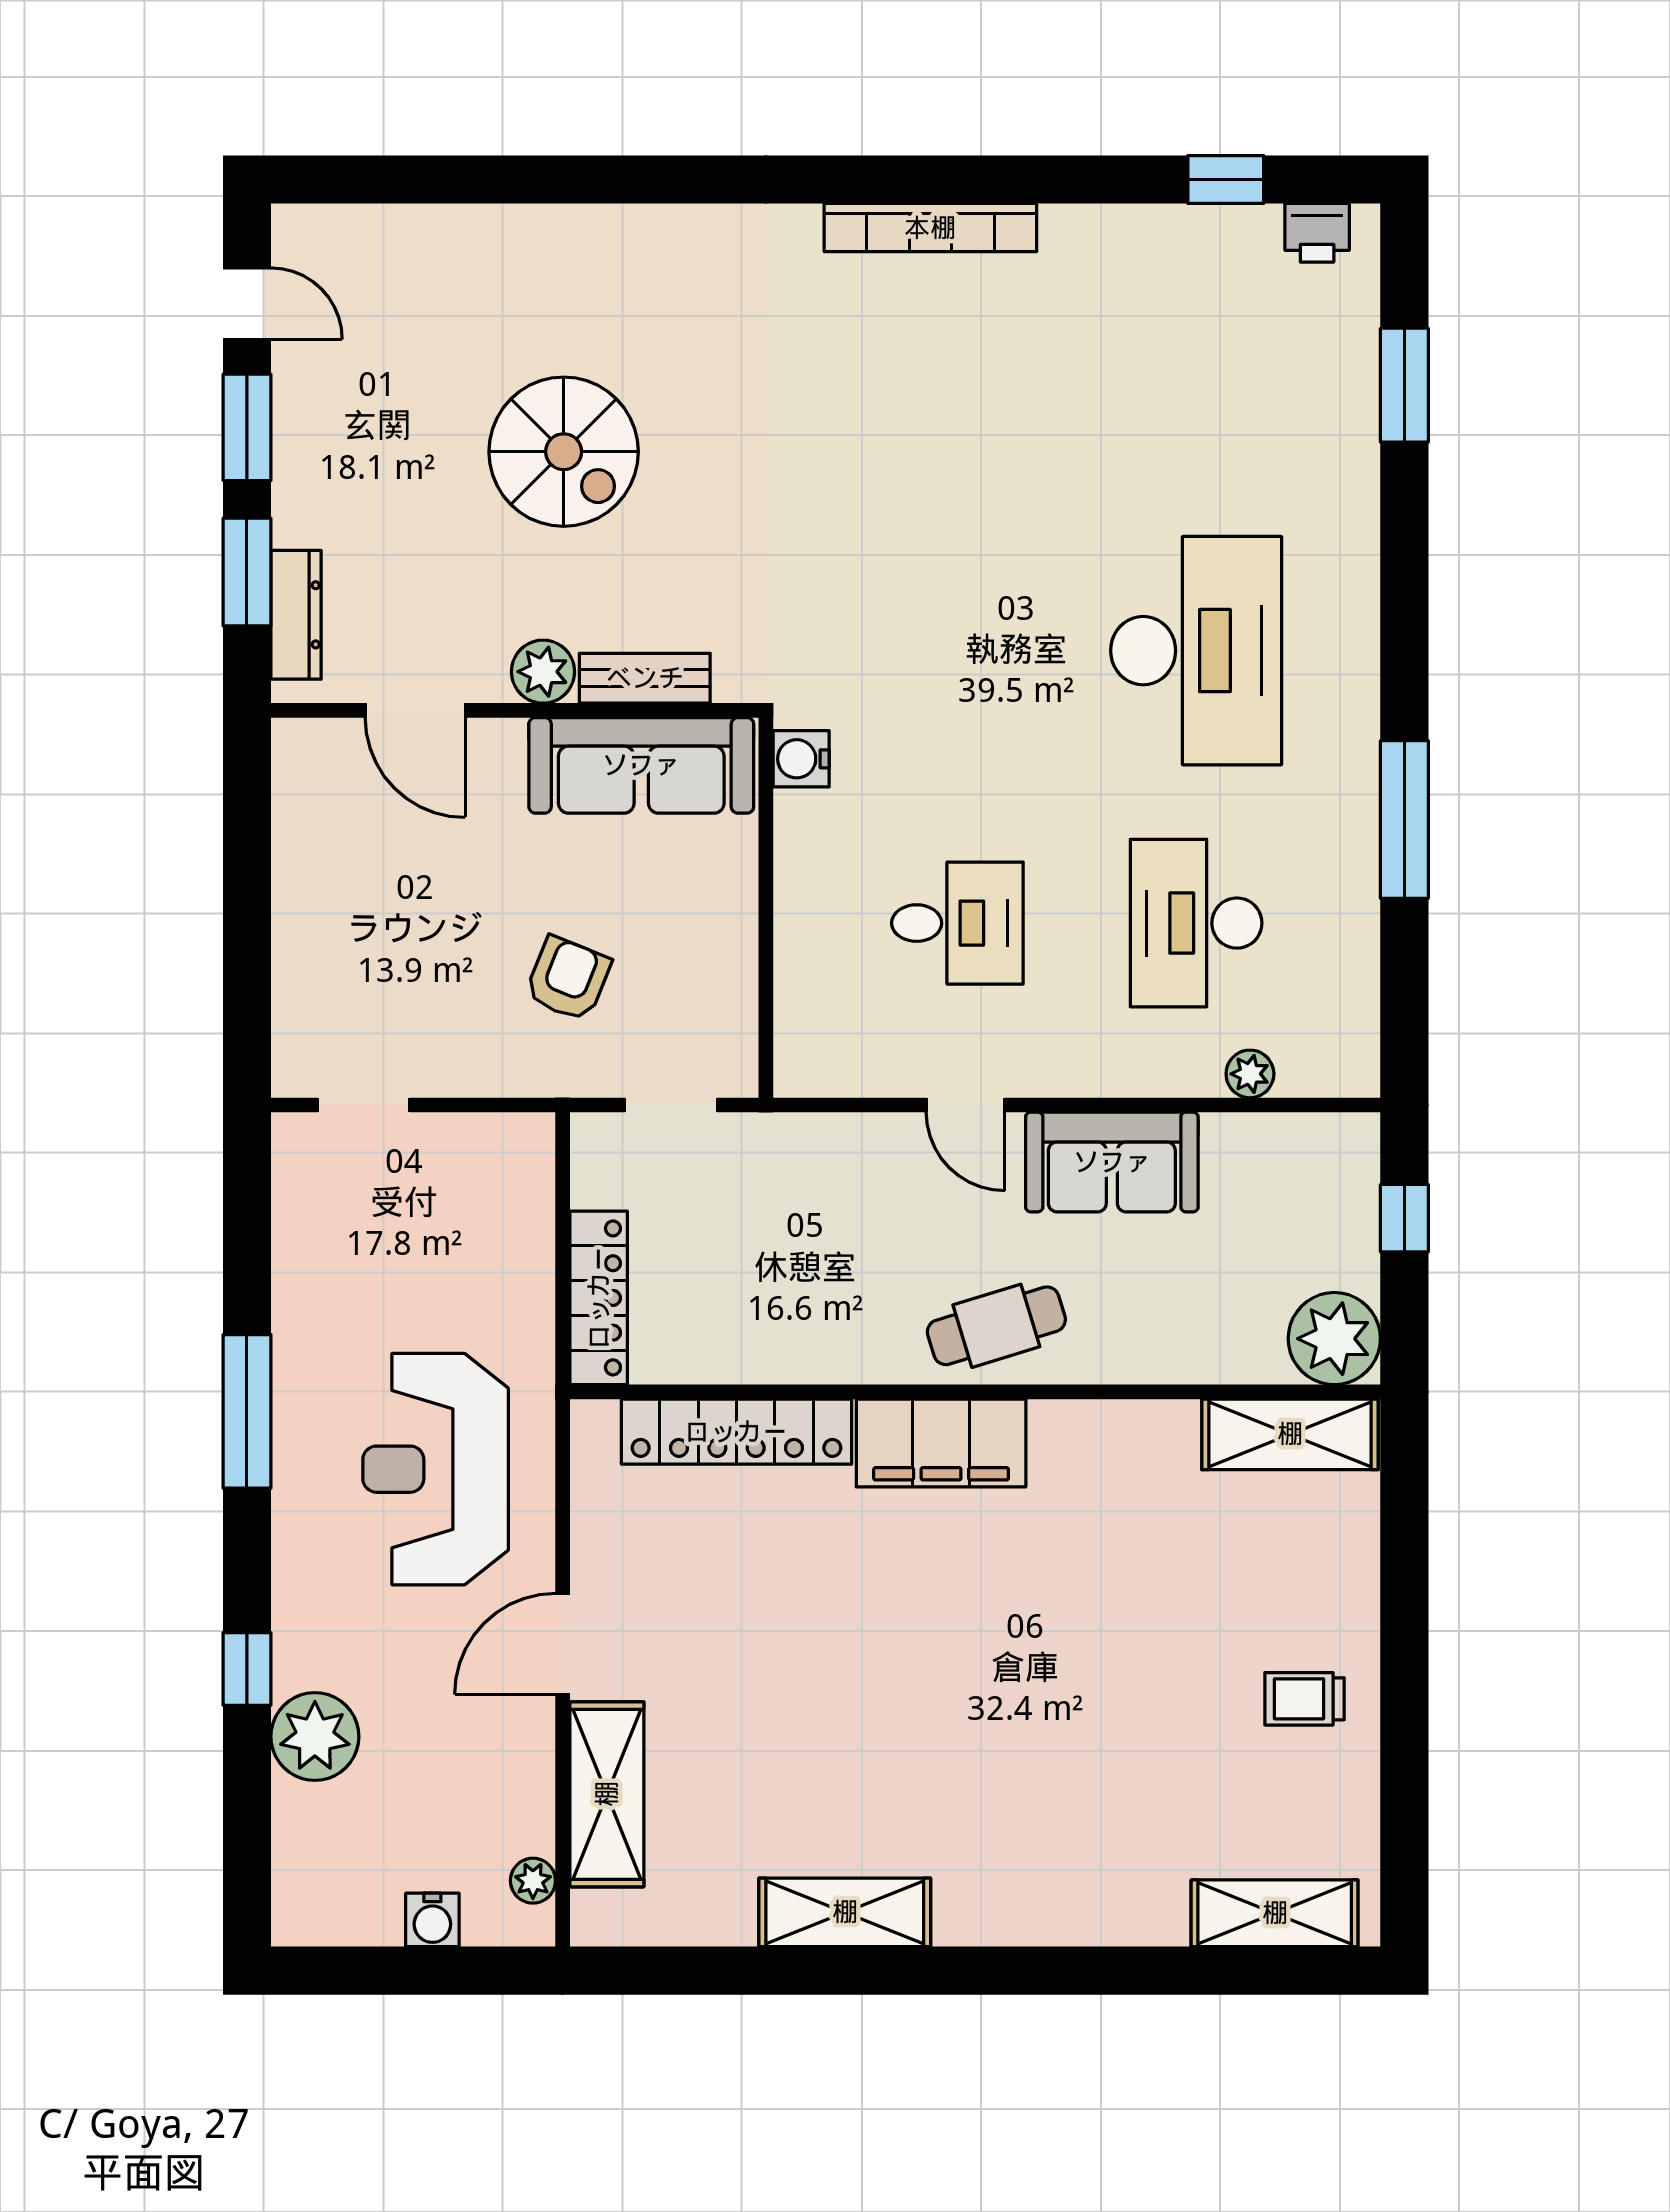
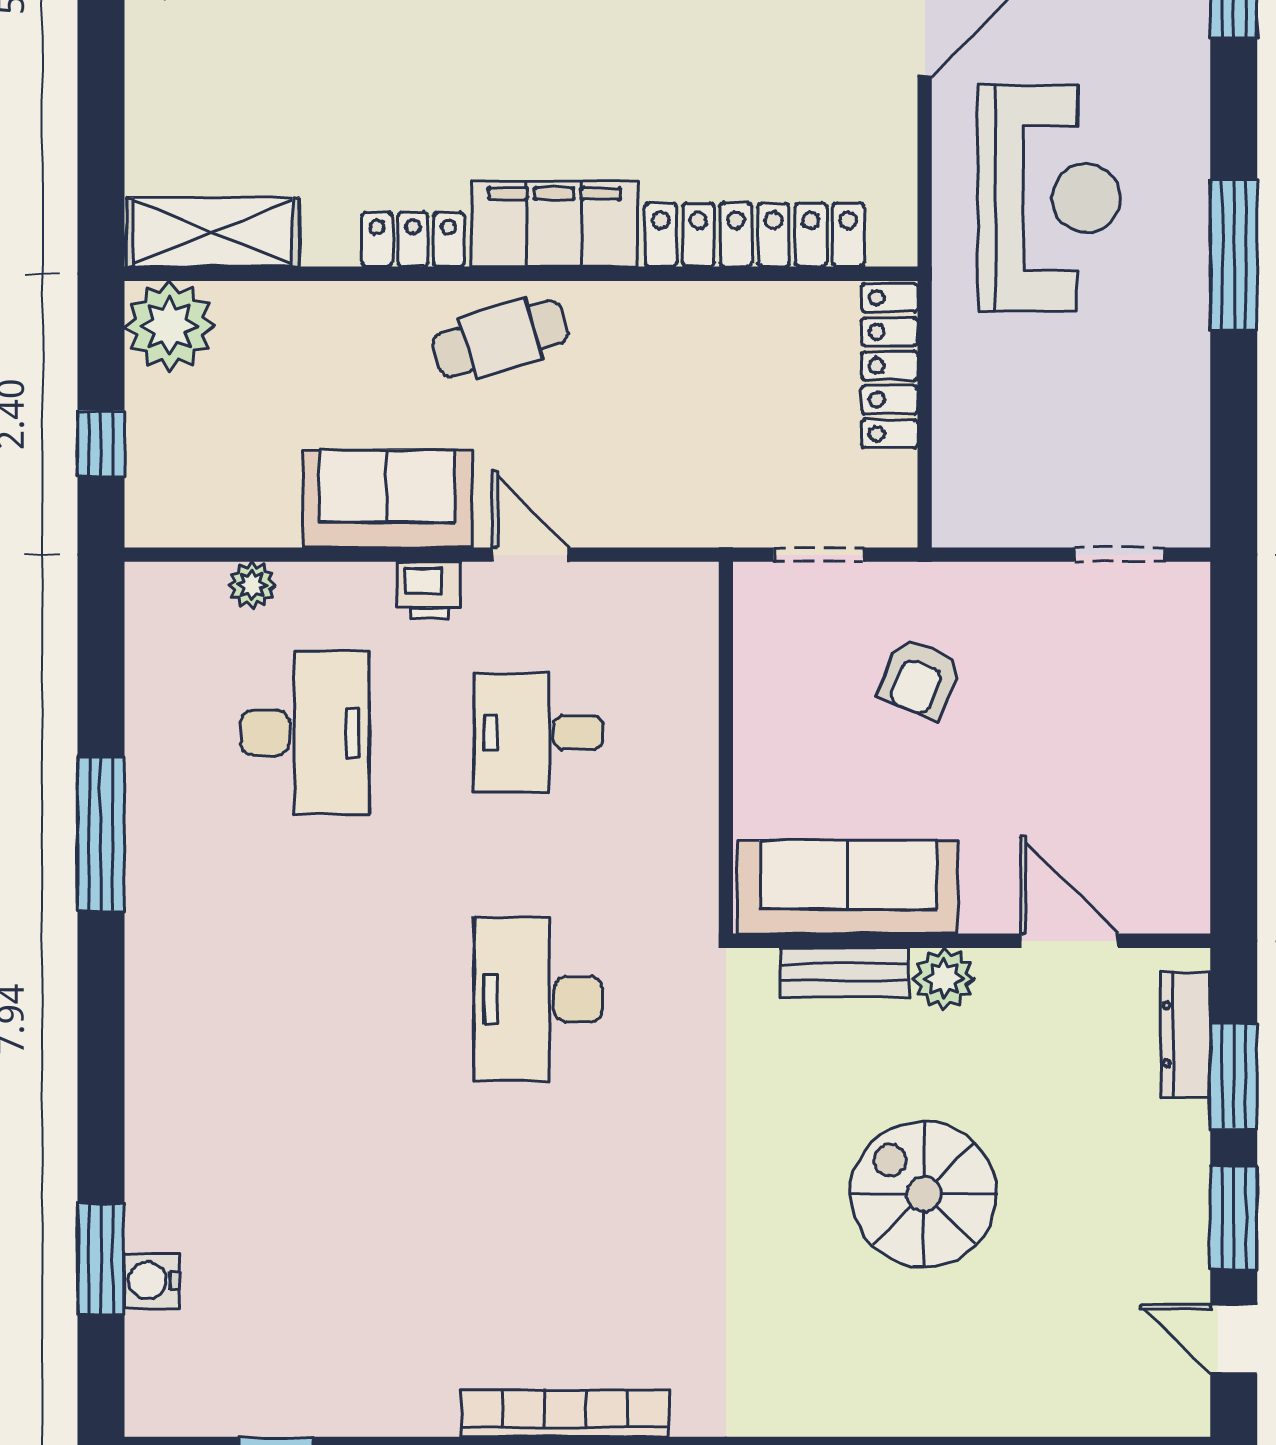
printer: (1317, 233) -> (429, 590), moved, turned 180
desk: (1196, 651) -> (538, 999), moved, width x0.73, depth x0.77
water cooler: (801, 759) -> (152, 1281), moved, turned 180
locker: (1086, 1427) -> (413, 240), added

